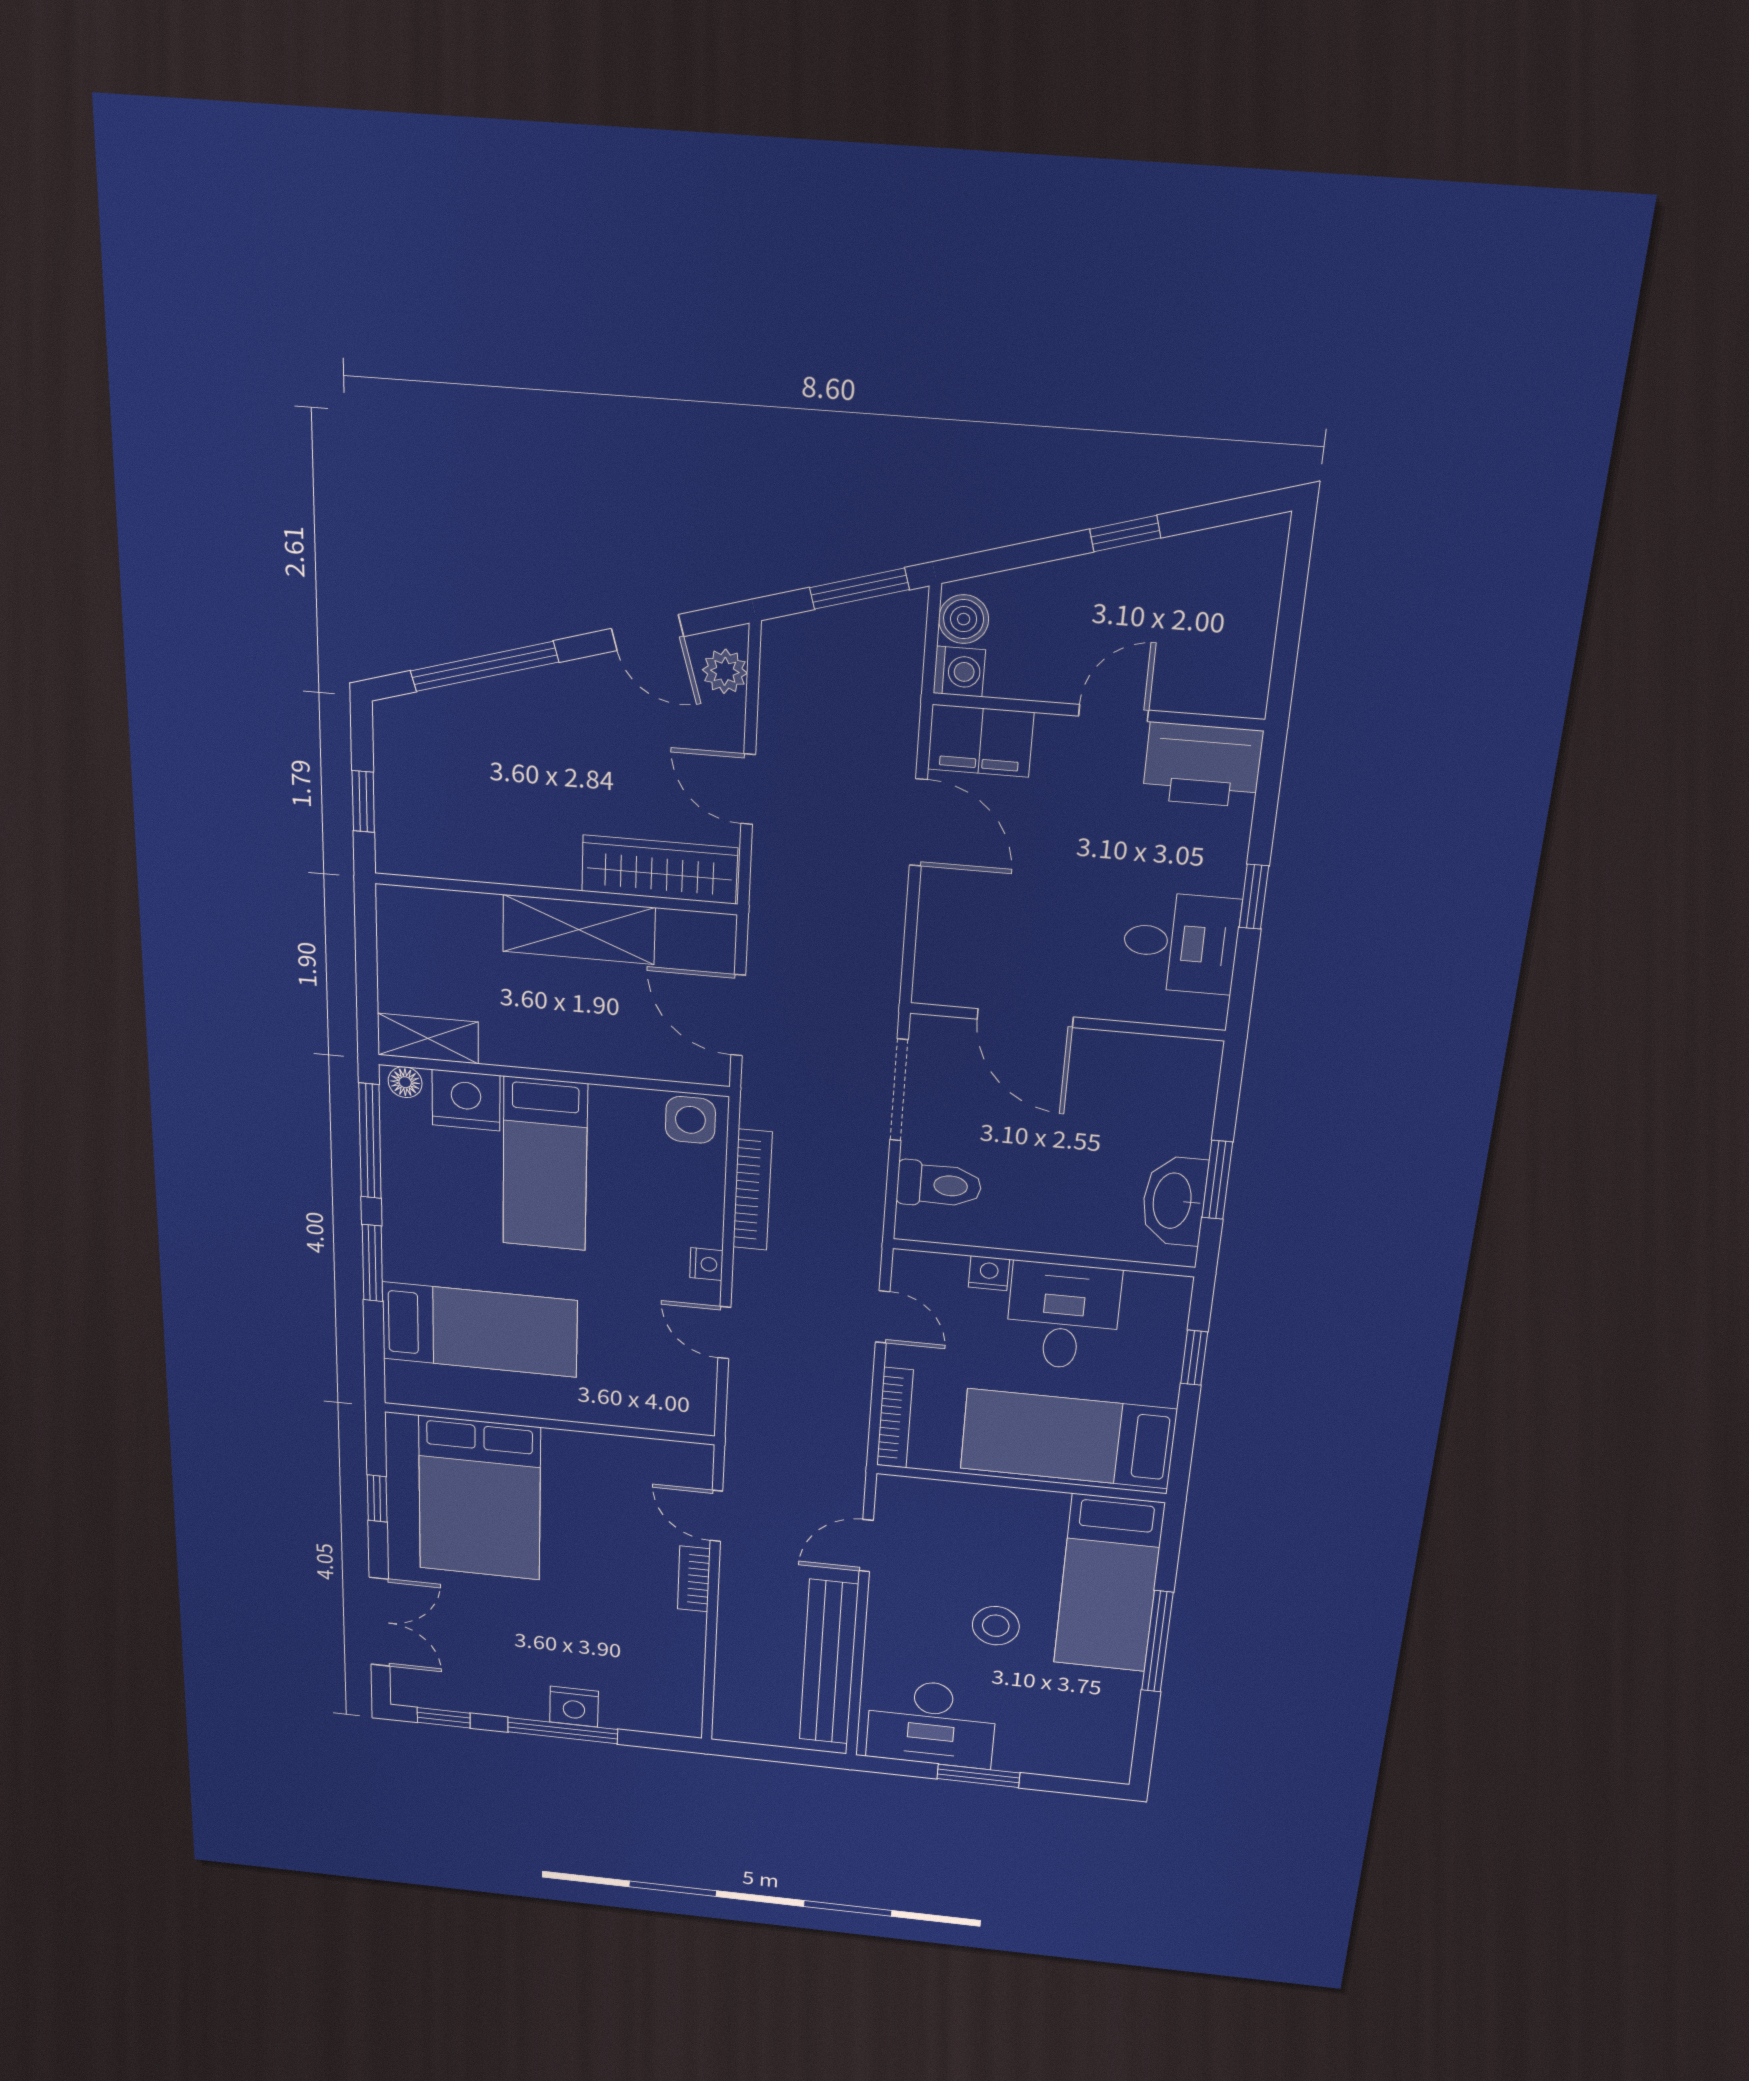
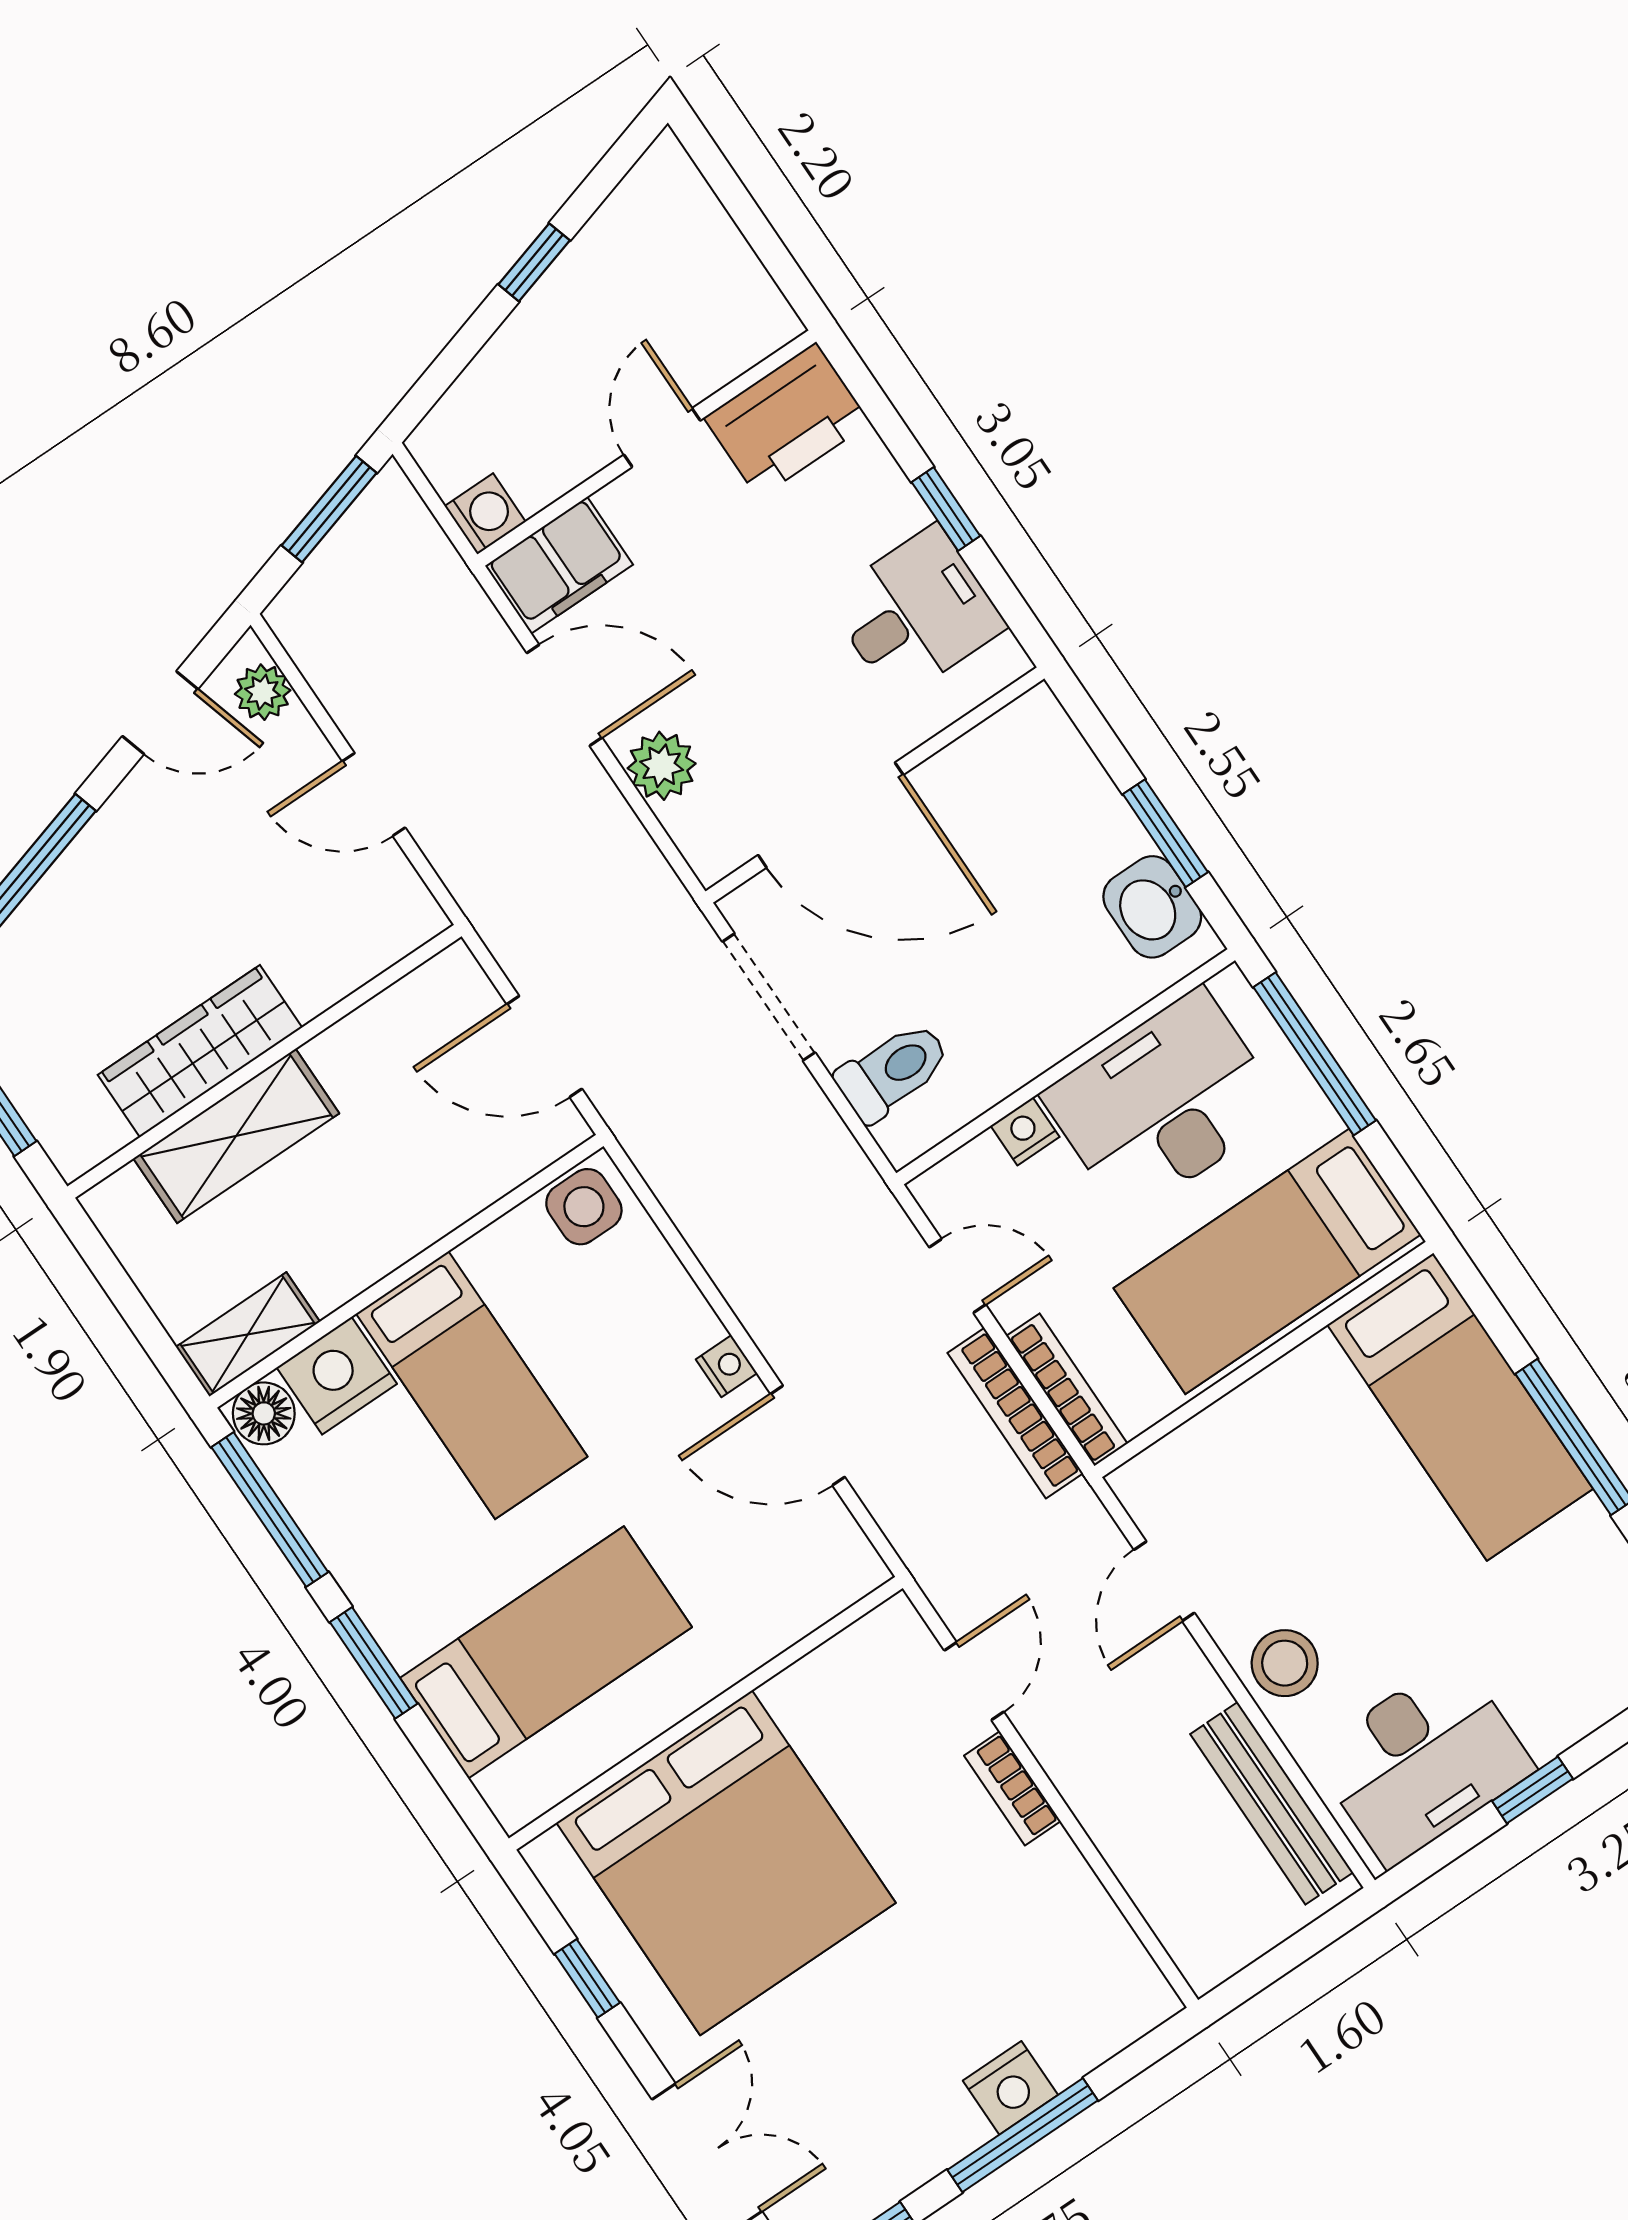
boiler: (964, 619) -> (449, 460), removed
wardrobe: (659, 870) -> (200, 1051), moved
plant: (945, 911) -> (662, 766), added
shelving: (579, 930) -> (236, 1136), moved
door: (1025, 1018) -> (831, 815), width x1.36
floor lamp: (405, 1082) -> (264, 1413), width x1.37, depth x1.37
bookcase: (752, 1190) -> (1015, 1413), moved, turned 180
washbasin: (1174, 1201) -> (1152, 907), width x0.72
desk: (1063, 1316) -> (1164, 1103), width x1.37
door: (724, 1333) -> (808, 1435), width x1.38
window: (1194, 1358) -> (1315, 1054), width x2.17
bed: (480, 1498) -> (726, 1863), width x1.36
door: (716, 1516) -> (974, 1681), swing flipped
stool: (996, 1626) -> (1285, 1663), moved
bench: (829, 1662) -> (1272, 1803), width x0.73, depth x0.82
window: (978, 1776) -> (1532, 1790), width x0.67

